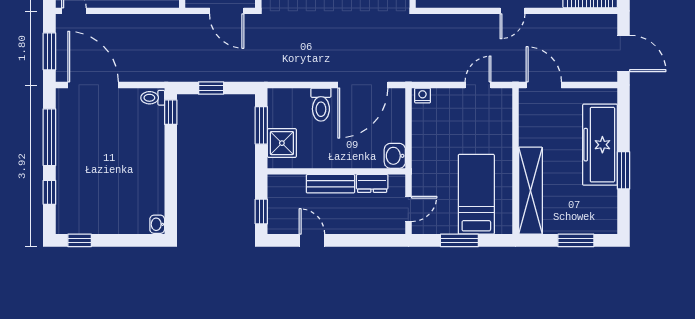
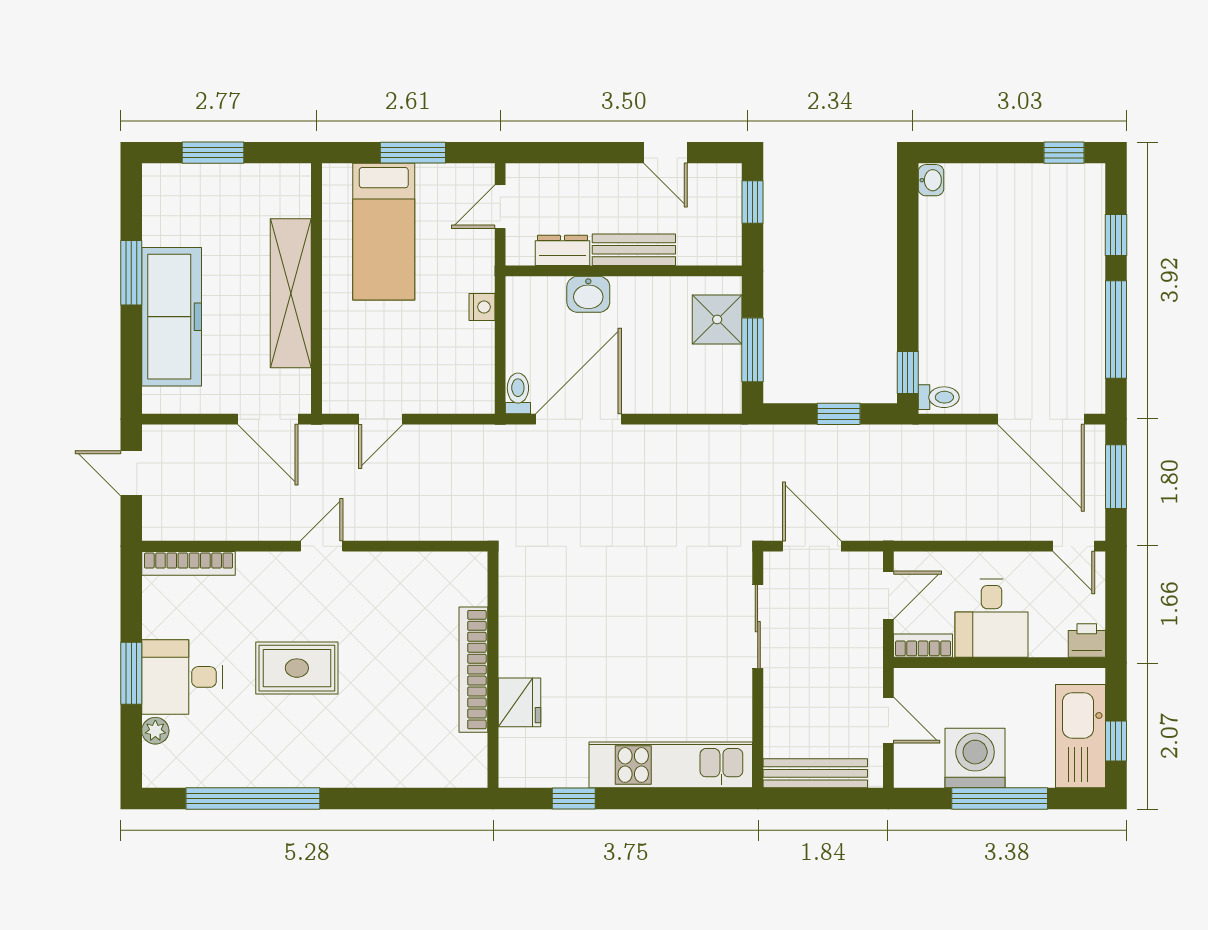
door: (624, 53) -> (131, 473), width x0.73
nightstand: (423, 96) -> (482, 307), moved, turned -90
toilet: (321, 105) -> (518, 393), moved, width x0.73, depth x0.72
washbasin: (395, 156) -> (588, 294), moved, turned 90
shelving: (530, 191) -> (291, 293), moved

